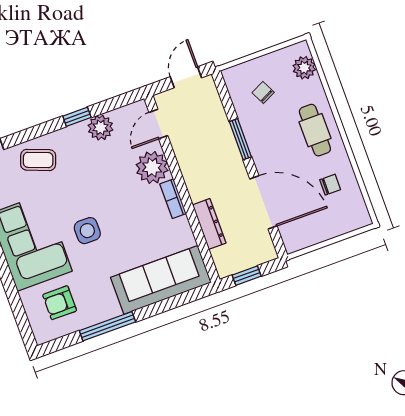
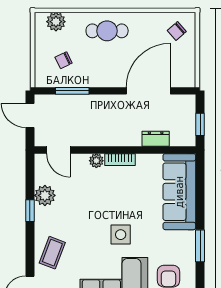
window: (240, 139) -> (72, 91), moved
plant: (152, 167) -> (96, 161), width x0.53, depth x0.53
chair: (330, 185) -> (177, 31), moved, turned -131
dresser: (209, 224) -> (156, 139), width x0.70
window: (107, 326) -> (200, 246), width x0.69

